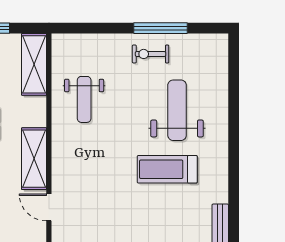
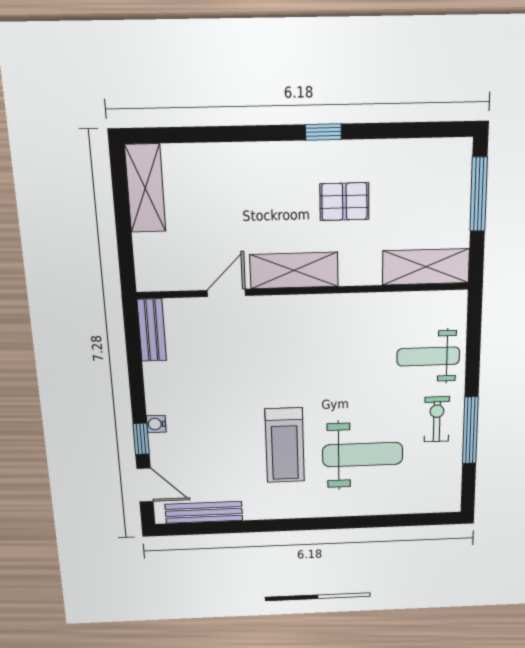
weight bench: (84, 99) -> (428, 356), moved
treadmill: (167, 169) -> (285, 445), turned 180

